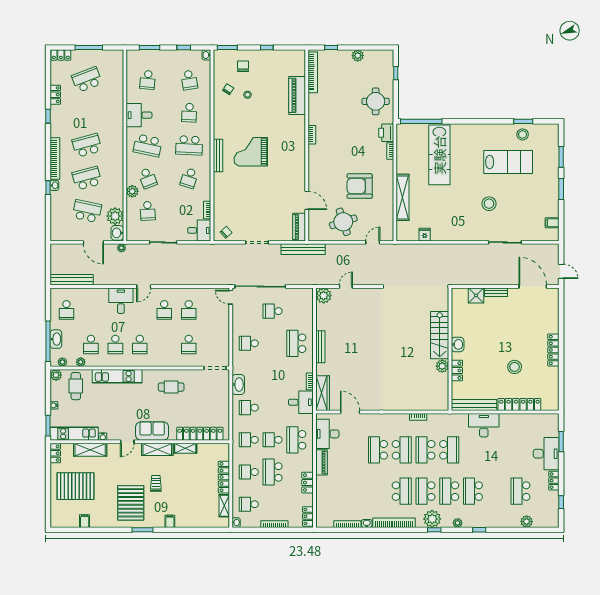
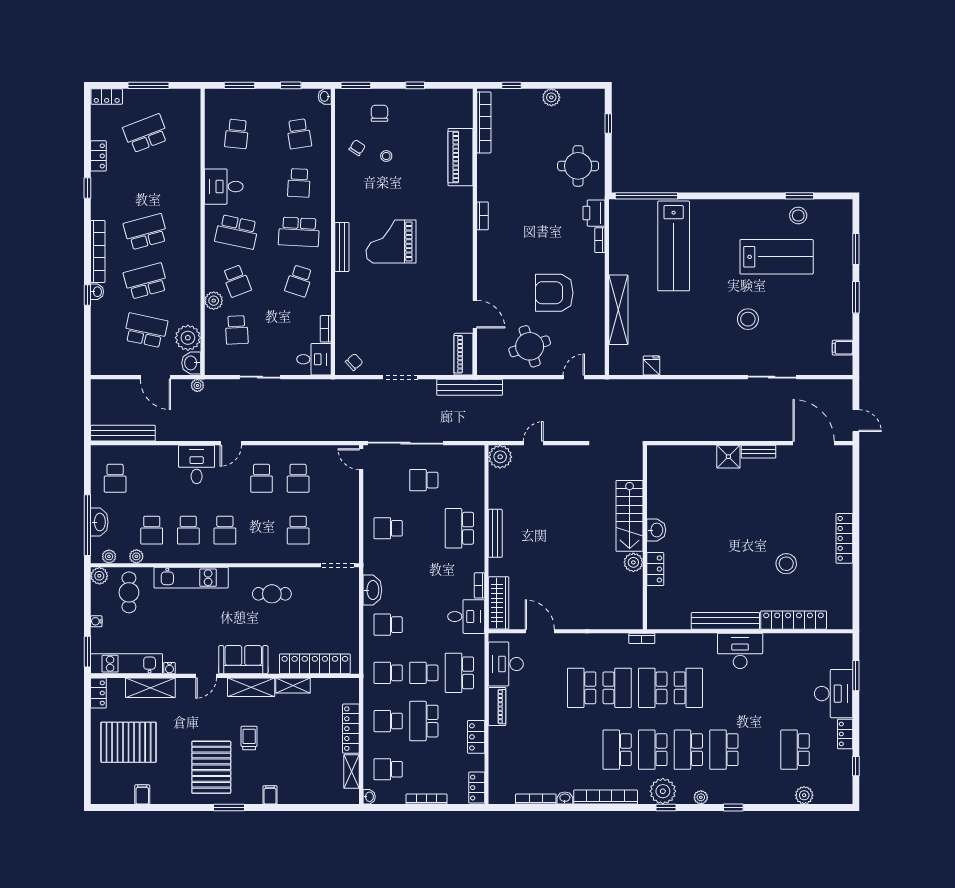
stairs: (440, 335) -> (630, 516), moved
washbasin: (458, 344) -> (656, 530), moved
wall: (450, 349) -> (645, 537), moved
plant: (442, 366) -> (633, 562), moved
locker: (457, 371) -> (655, 569), moved
school desk: (402, 491) -> (617, 750), turned 180

